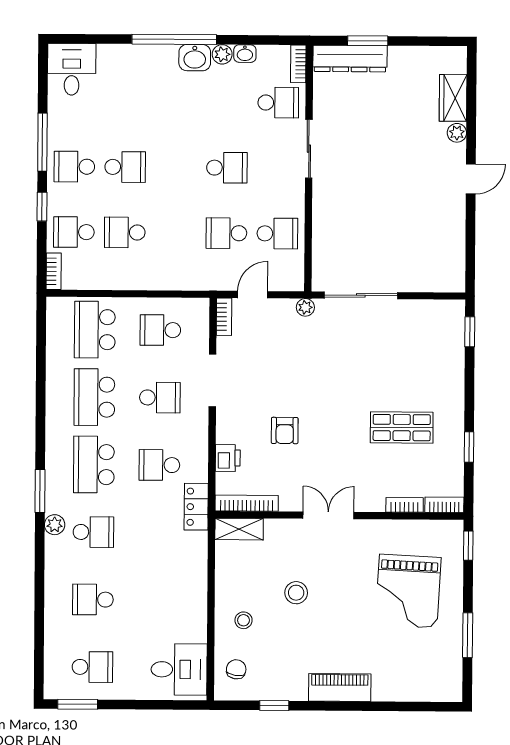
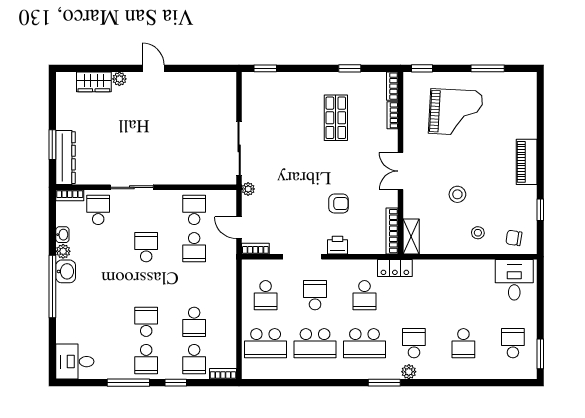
printer: (228, 458) -> (338, 245), moved

